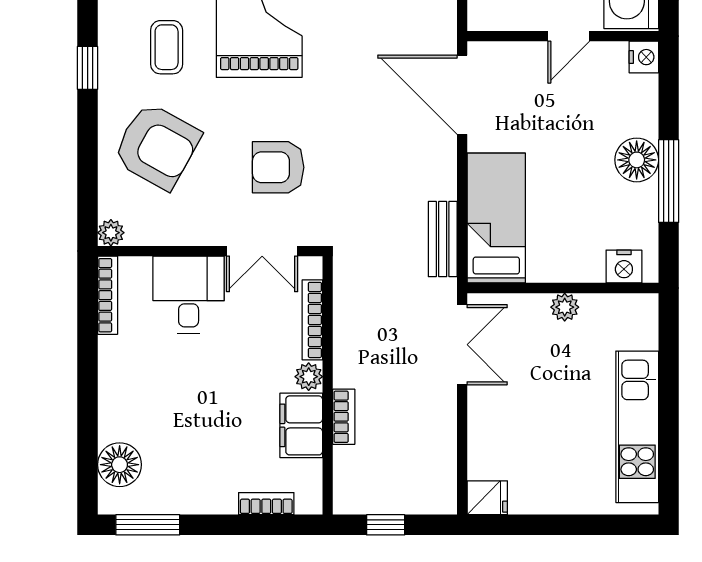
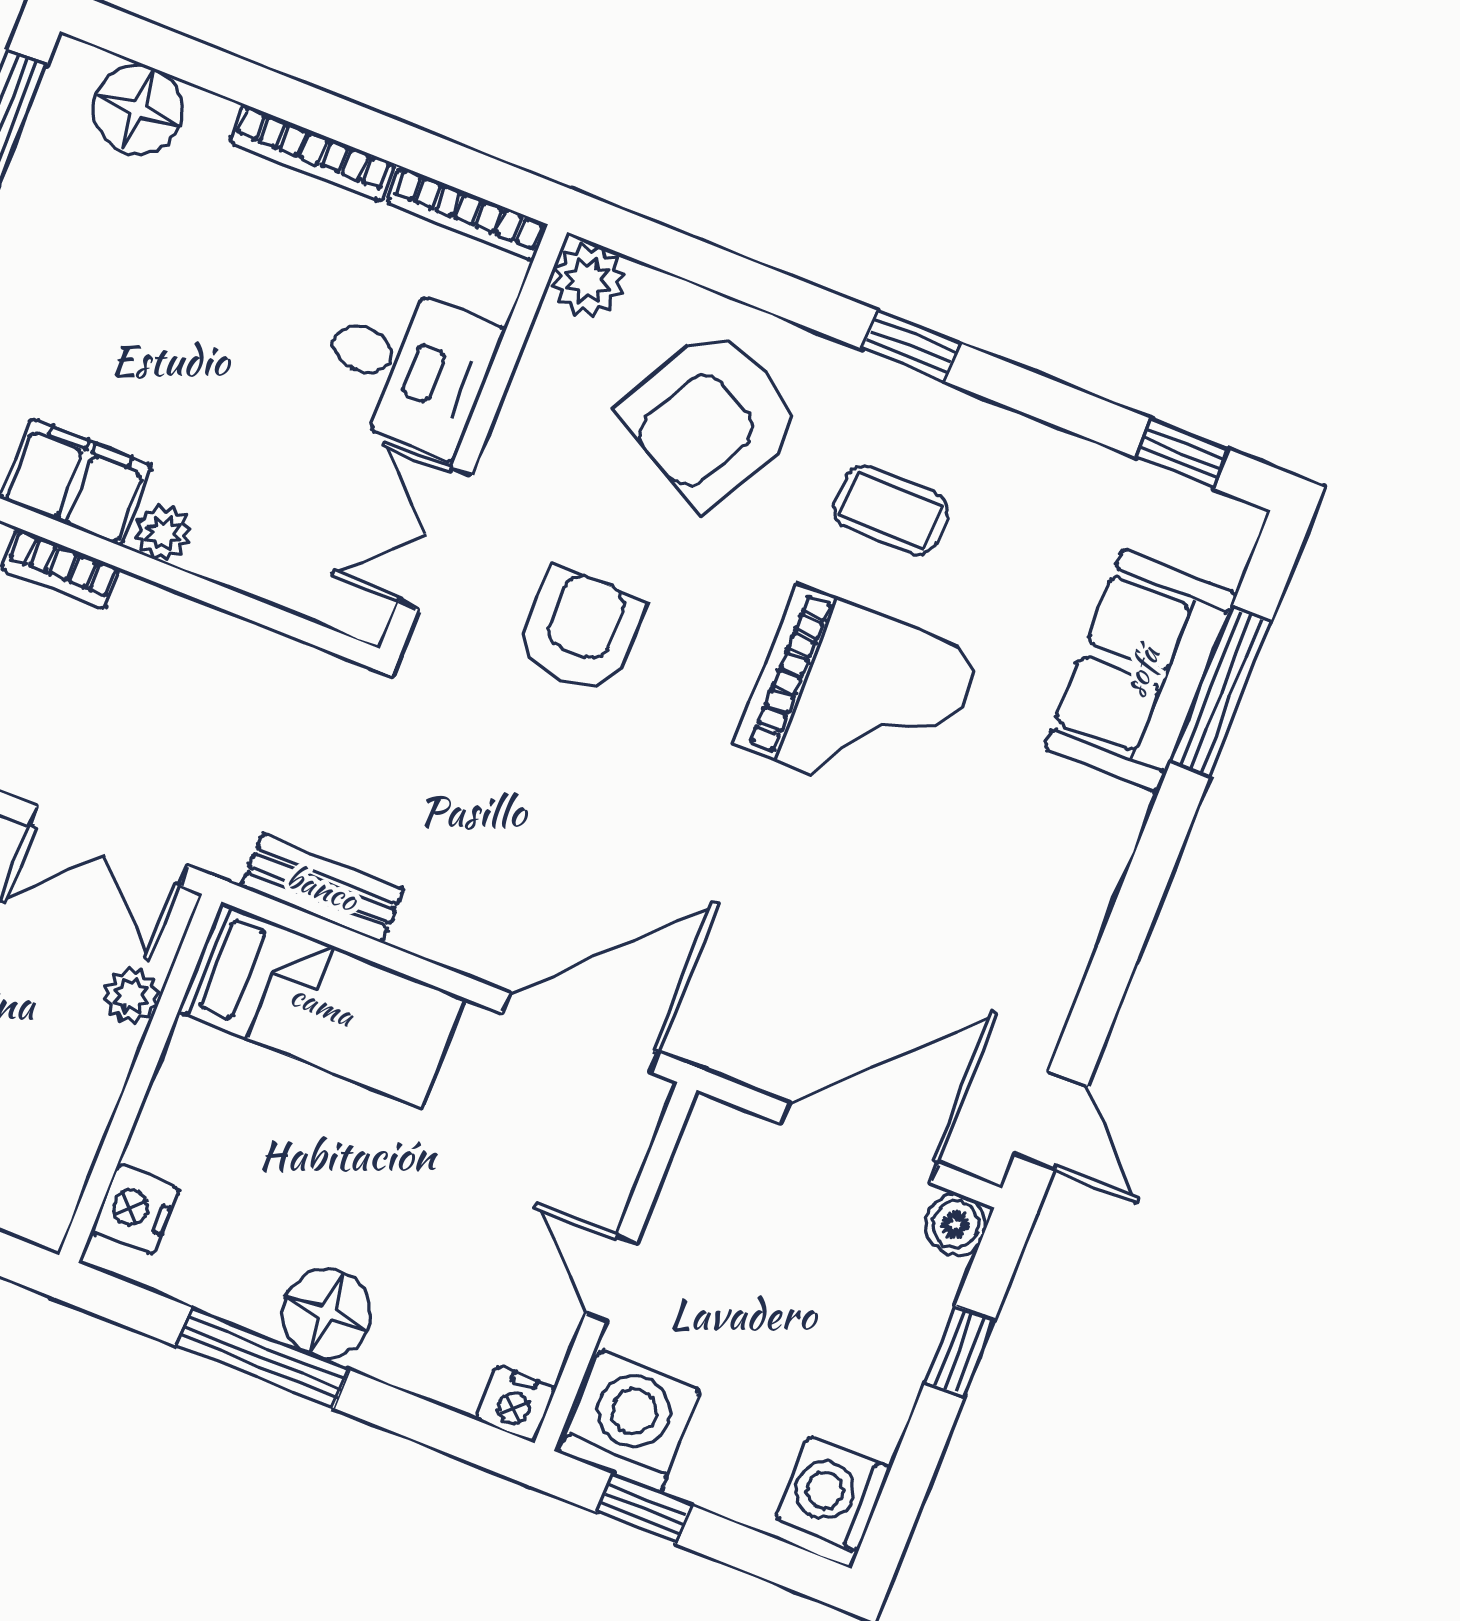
plant: (111, 233) -> (588, 280), width x1.38, depth x1.38
plant: (565, 307) -> (131, 996), moved
bookcase: (312, 320) -> (312, 153), moved, turned 180

